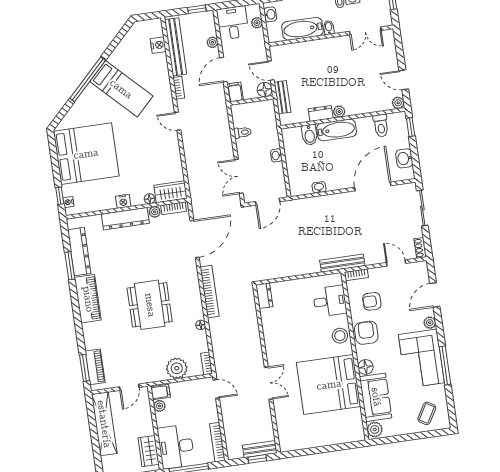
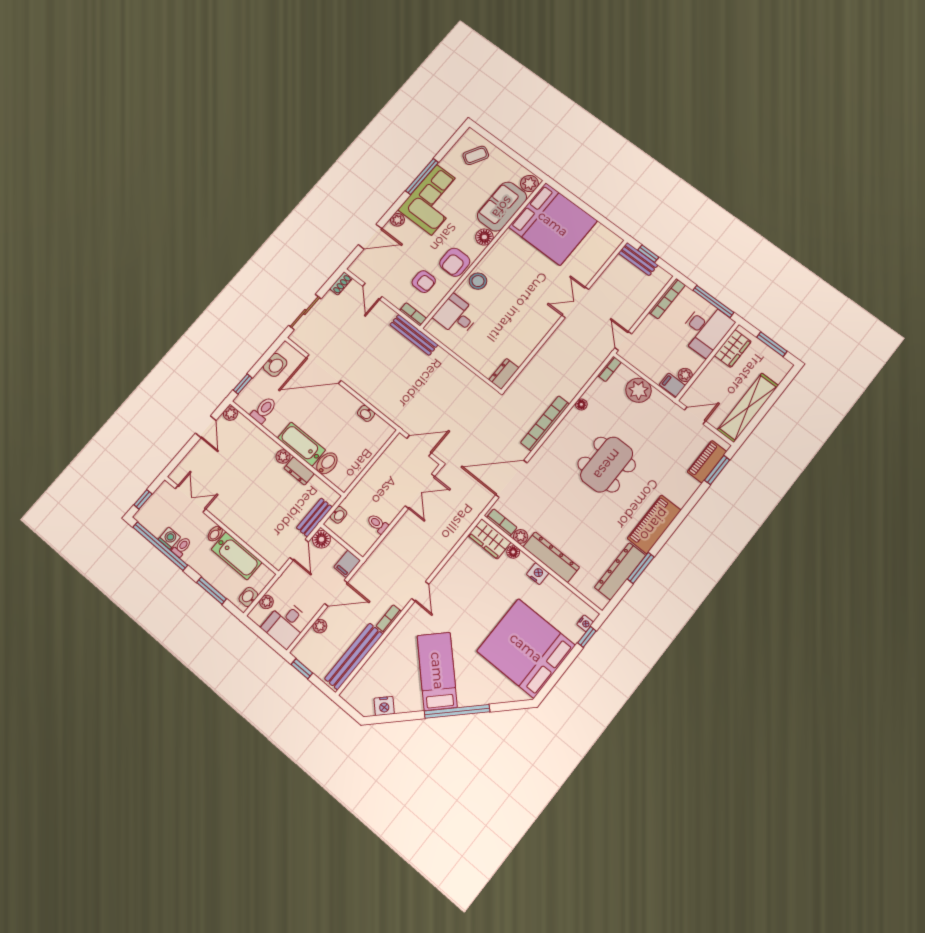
nightstand: (158, 45) -> (384, 706), moved, turned -135
washbasin: (276, 155) -> (338, 515), moved
bed: (329, 385) -> (553, 224), moved

